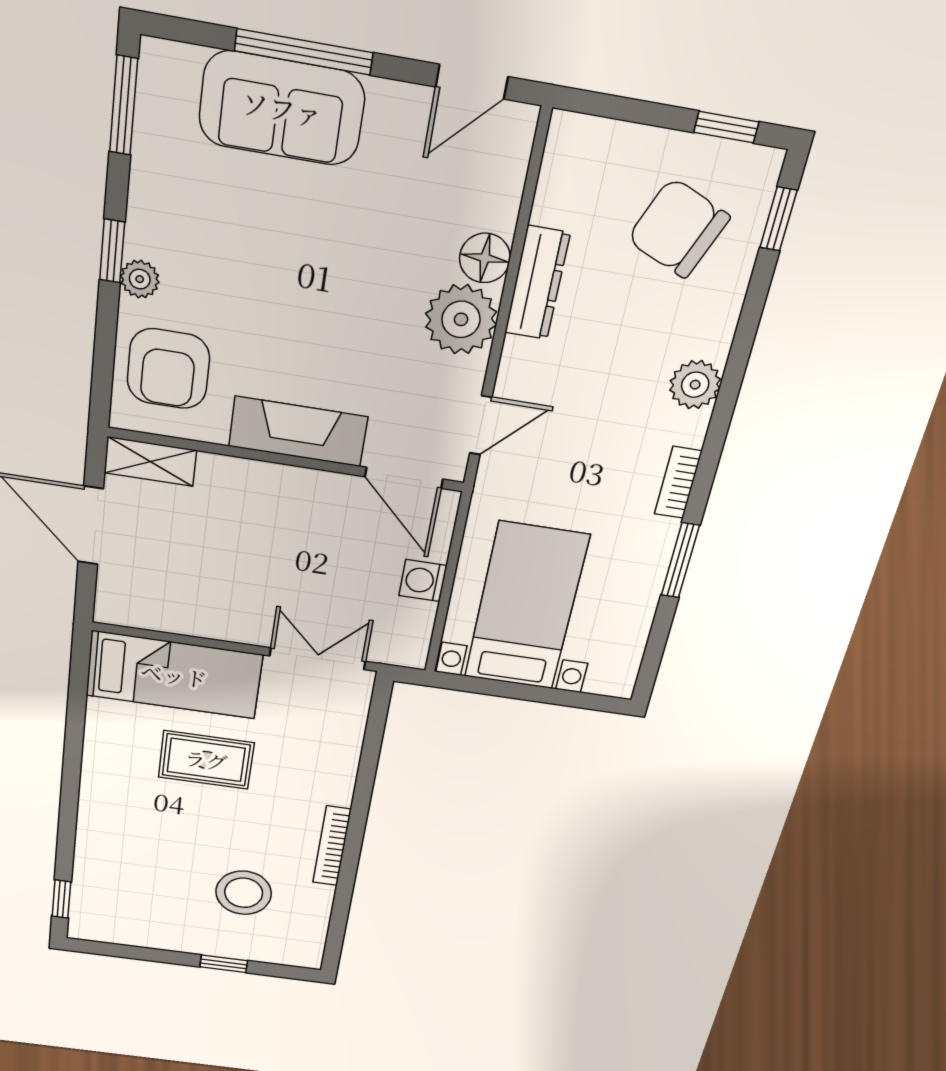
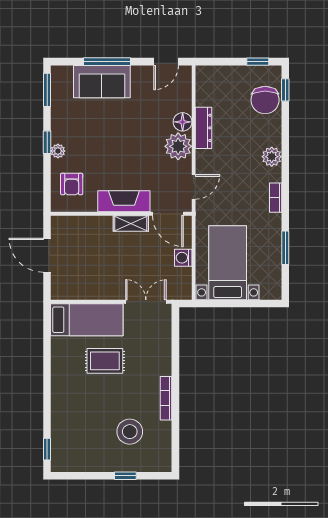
chair: (678, 228) -> (265, 100), moved, turned -113
armchair: (168, 369) -> (72, 184), width x0.72, depth x0.72
shelving: (150, 462) -> (131, 223), moved
window: (680, 560) -> (285, 248), moved

